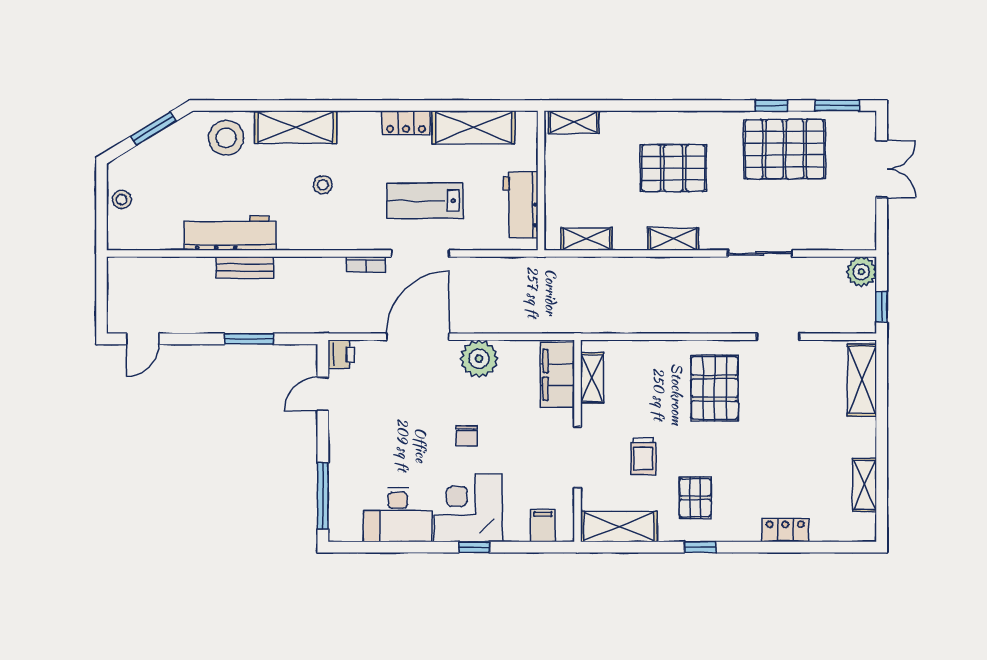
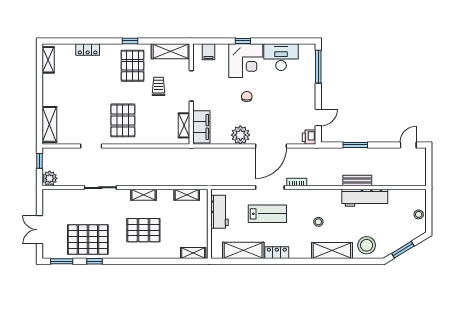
shelving: (865, 485) -> (48, 60), moved
pallet: (695, 498) -> (133, 66), width x1.50, depth x1.42

